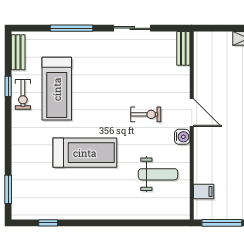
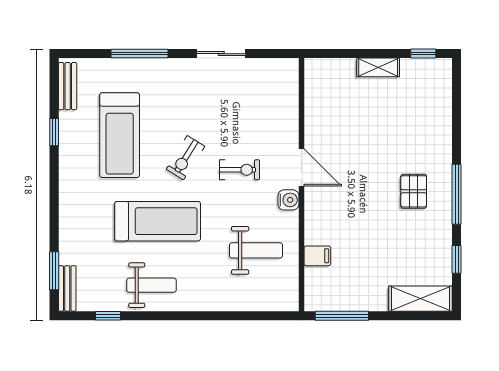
bench: (183, 48) -> (67, 288), moved
exercise bike: (23, 94) -> (185, 158), moved, turned 32
filing cabinet: (204, 191) -> (317, 256), moved
weight bench: (80, 200) -> (151, 285), added

